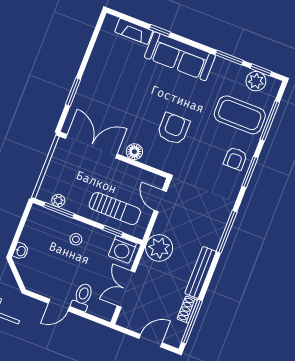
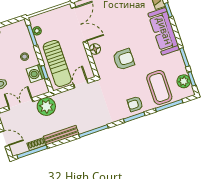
sun lounger: (115, 209) -> (57, 63), width x1.36, depth x1.34
plant: (159, 248) -> (46, 107), moved
washing machine: (122, 249) -> (36, 74), moved

